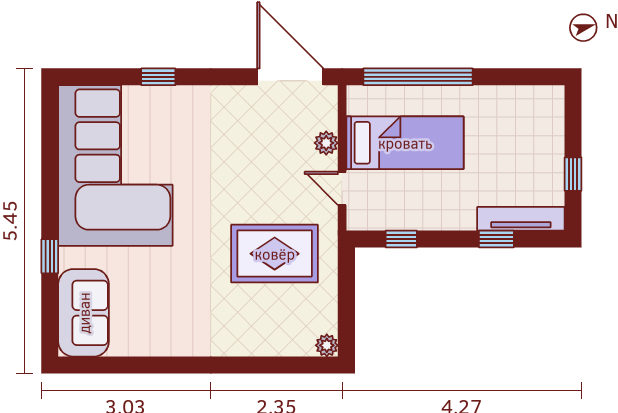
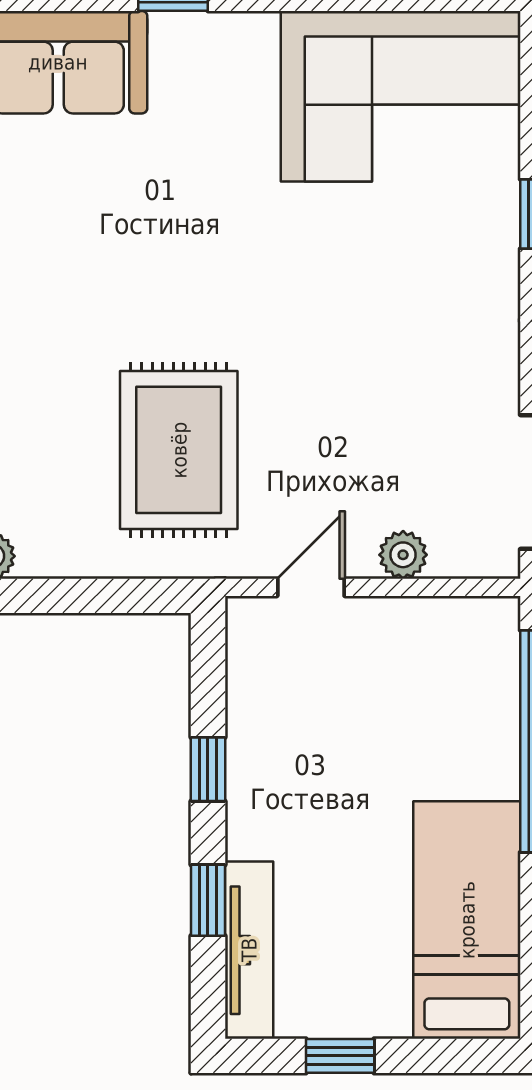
bed: (405, 143) -> (467, 920), moved, turned 180
corner sofa: (115, 165) -> (401, 96), width x0.73, depth x0.74
window: (401, 239) -> (208, 769), moved

